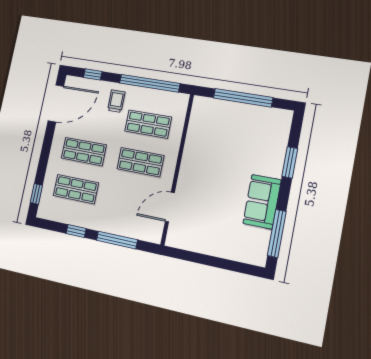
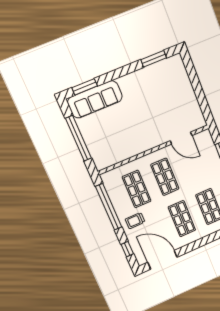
window: (290, 162) -> (85, 87), moved
sofa: (262, 202) -> (95, 99), moved, width x1.36
window: (277, 234) -> (154, 59), width x0.69

